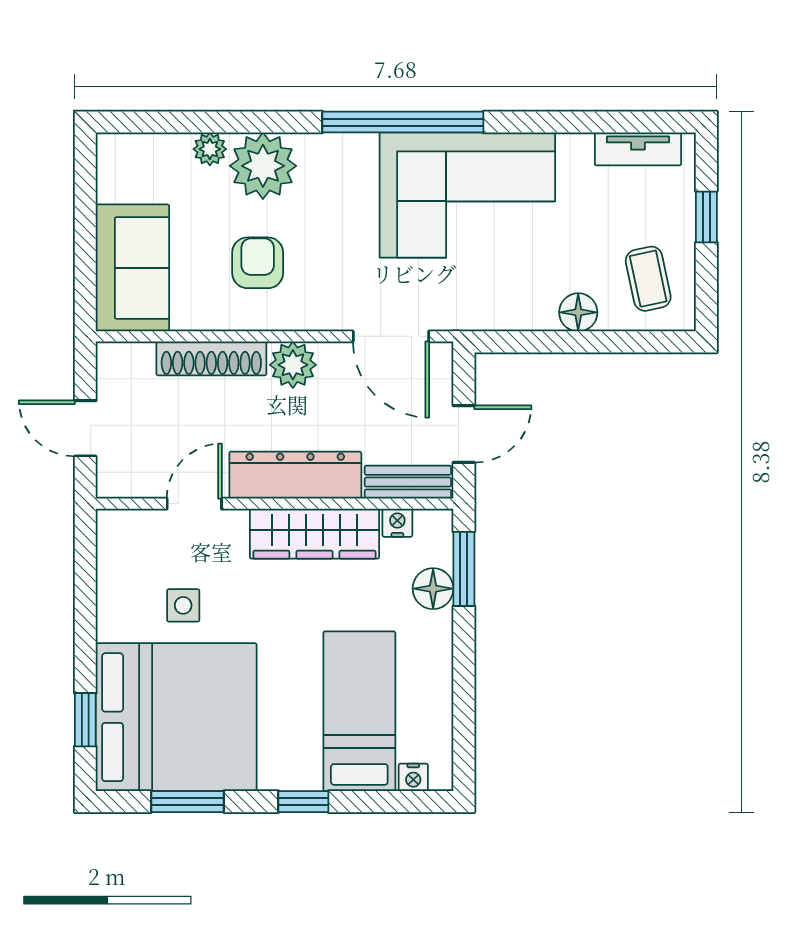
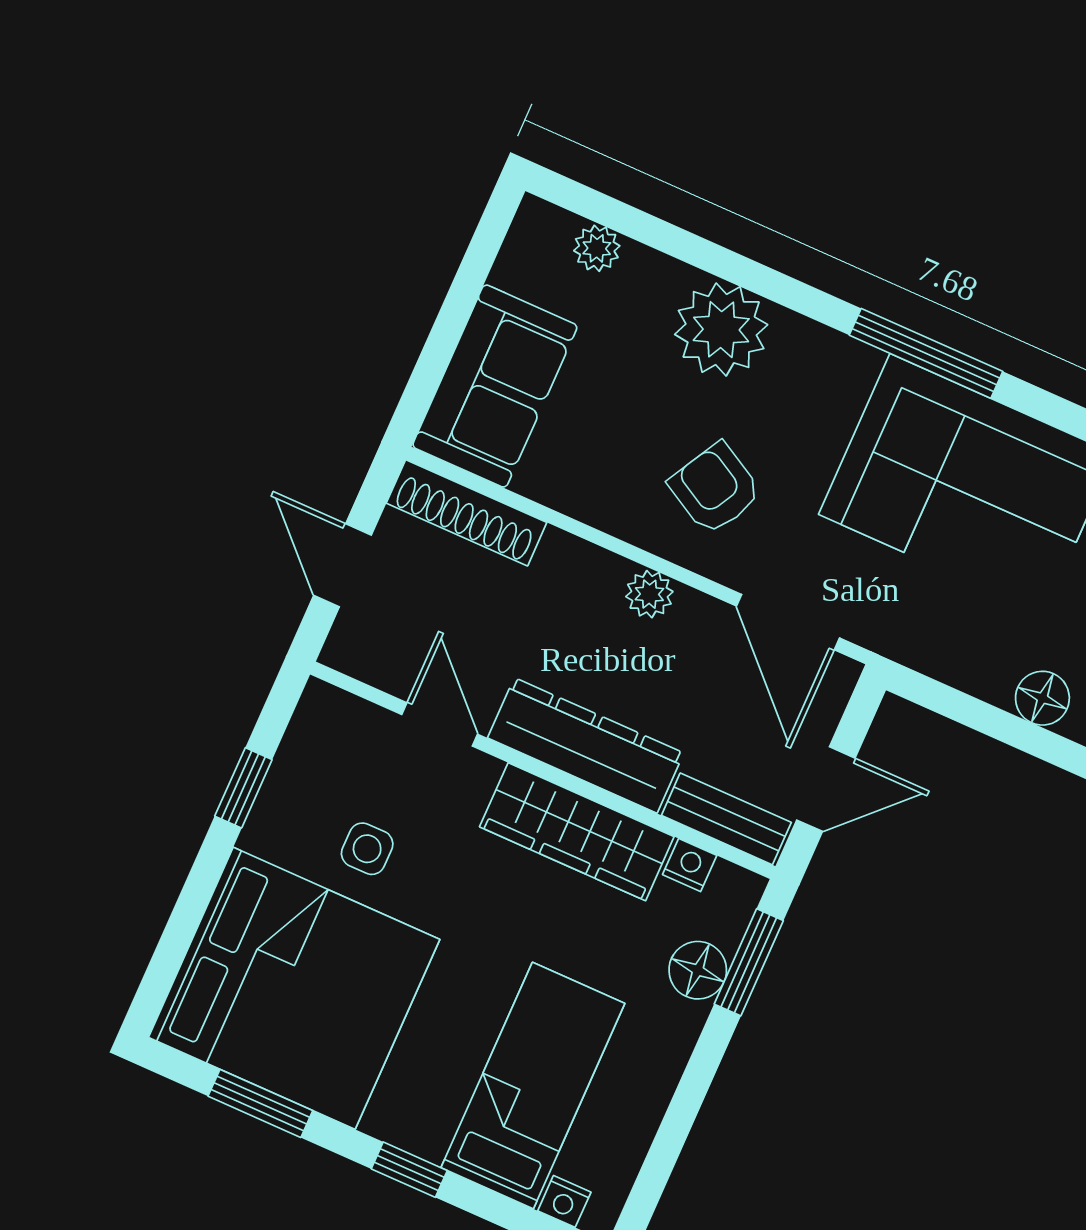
window: (403, 122) -> (926, 353), width x0.68
plant: (210, 149) -> (597, 248), moved
armchair: (258, 263) -> (715, 489), moved, turned -61
shoe rack: (211, 358) -> (467, 513), moved
plant: (293, 365) -> (649, 594), width x0.73, depth x0.73
door: (194, 504) -> (440, 724), hinge flipped
window: (85, 720) -> (243, 788), moved

